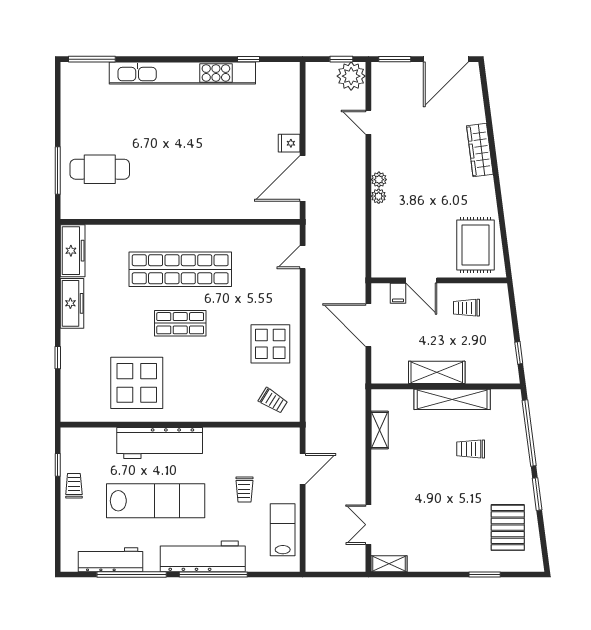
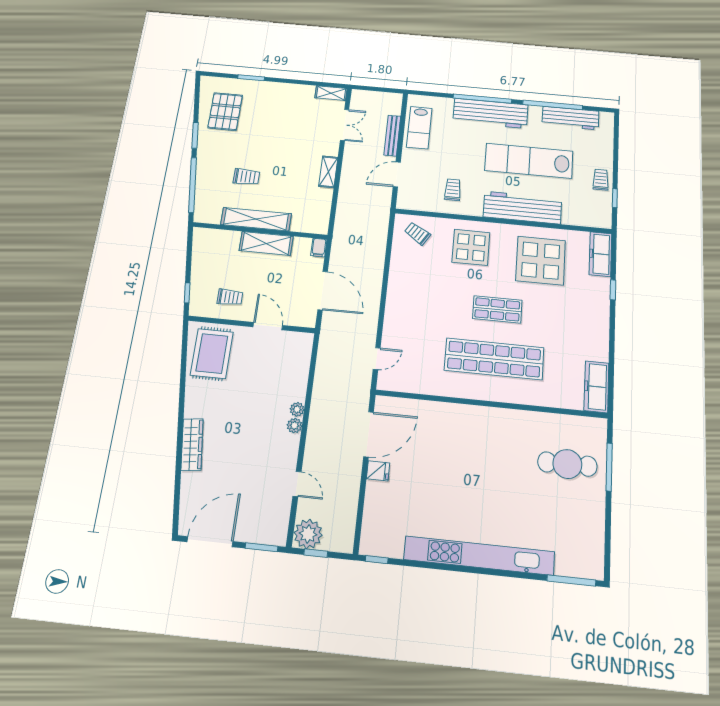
window: (248, 59) -> (377, 560), moved
filing cabinet: (398, 293) -> (319, 248), moved, turned 180
freezer: (72, 303) -> (600, 254), moved
display table: (270, 344) -> (471, 247), moved
window: (519, 353) -> (187, 293), moved
shelving: (380, 430) -> (328, 172), moved
trolley: (74, 486) -> (601, 180), turned 180
trolley: (244, 489) -> (453, 190), moved
bench: (313, 517) -> (392, 136), added

